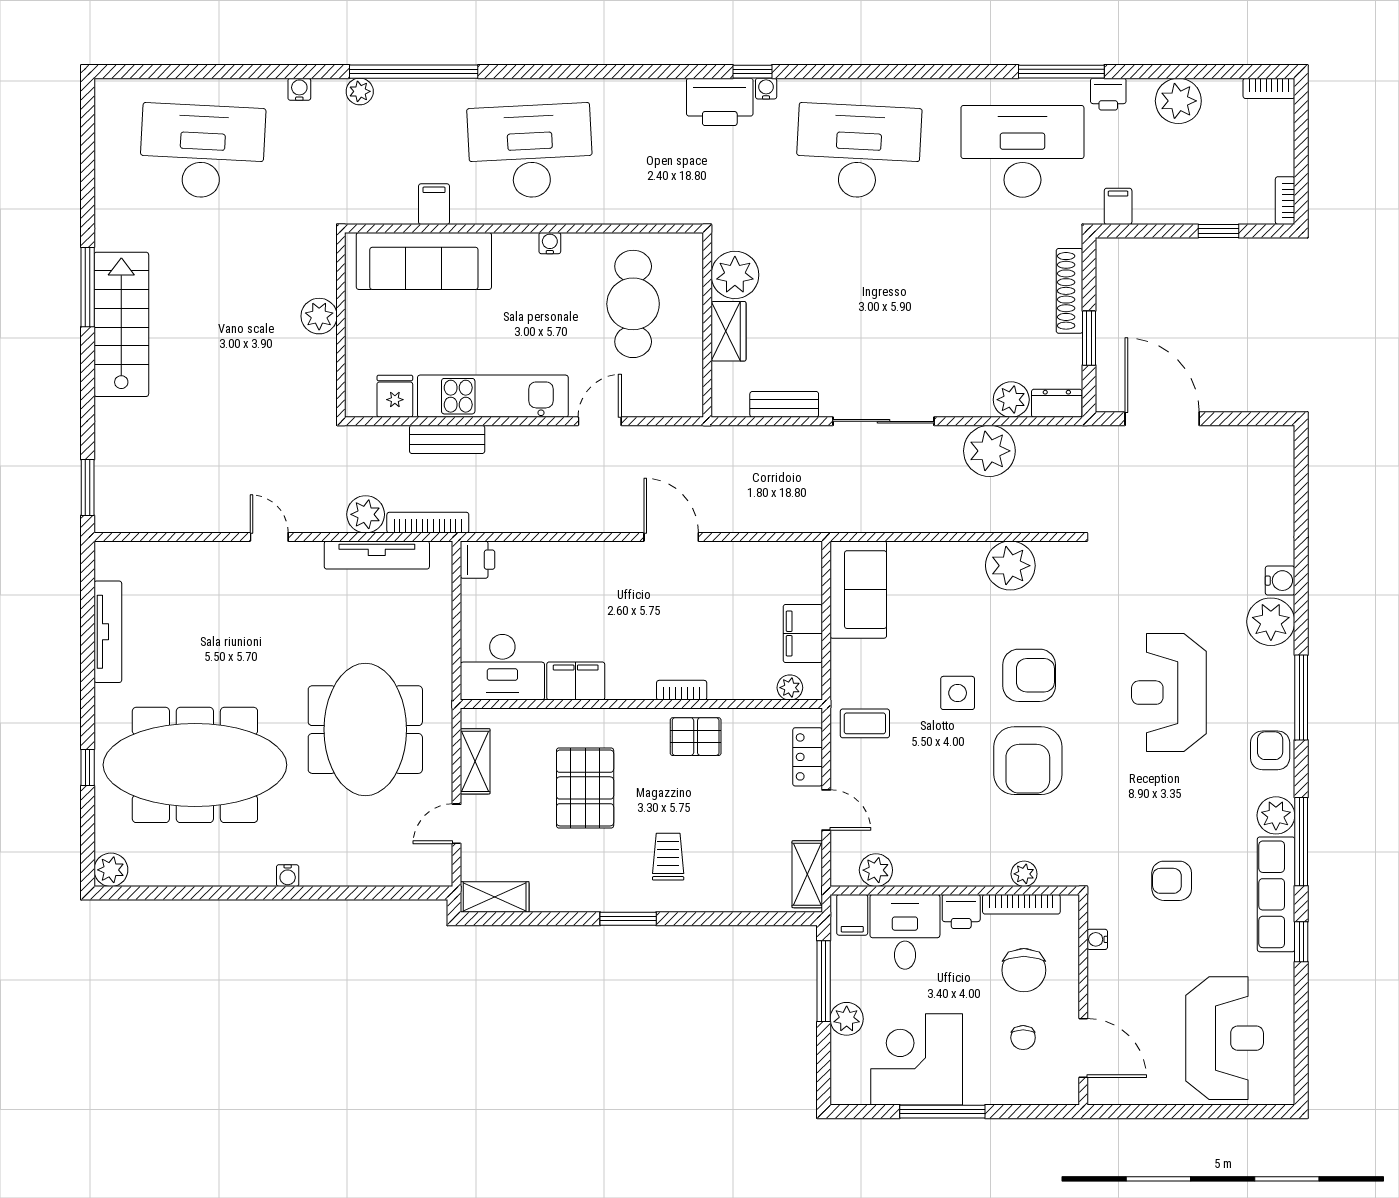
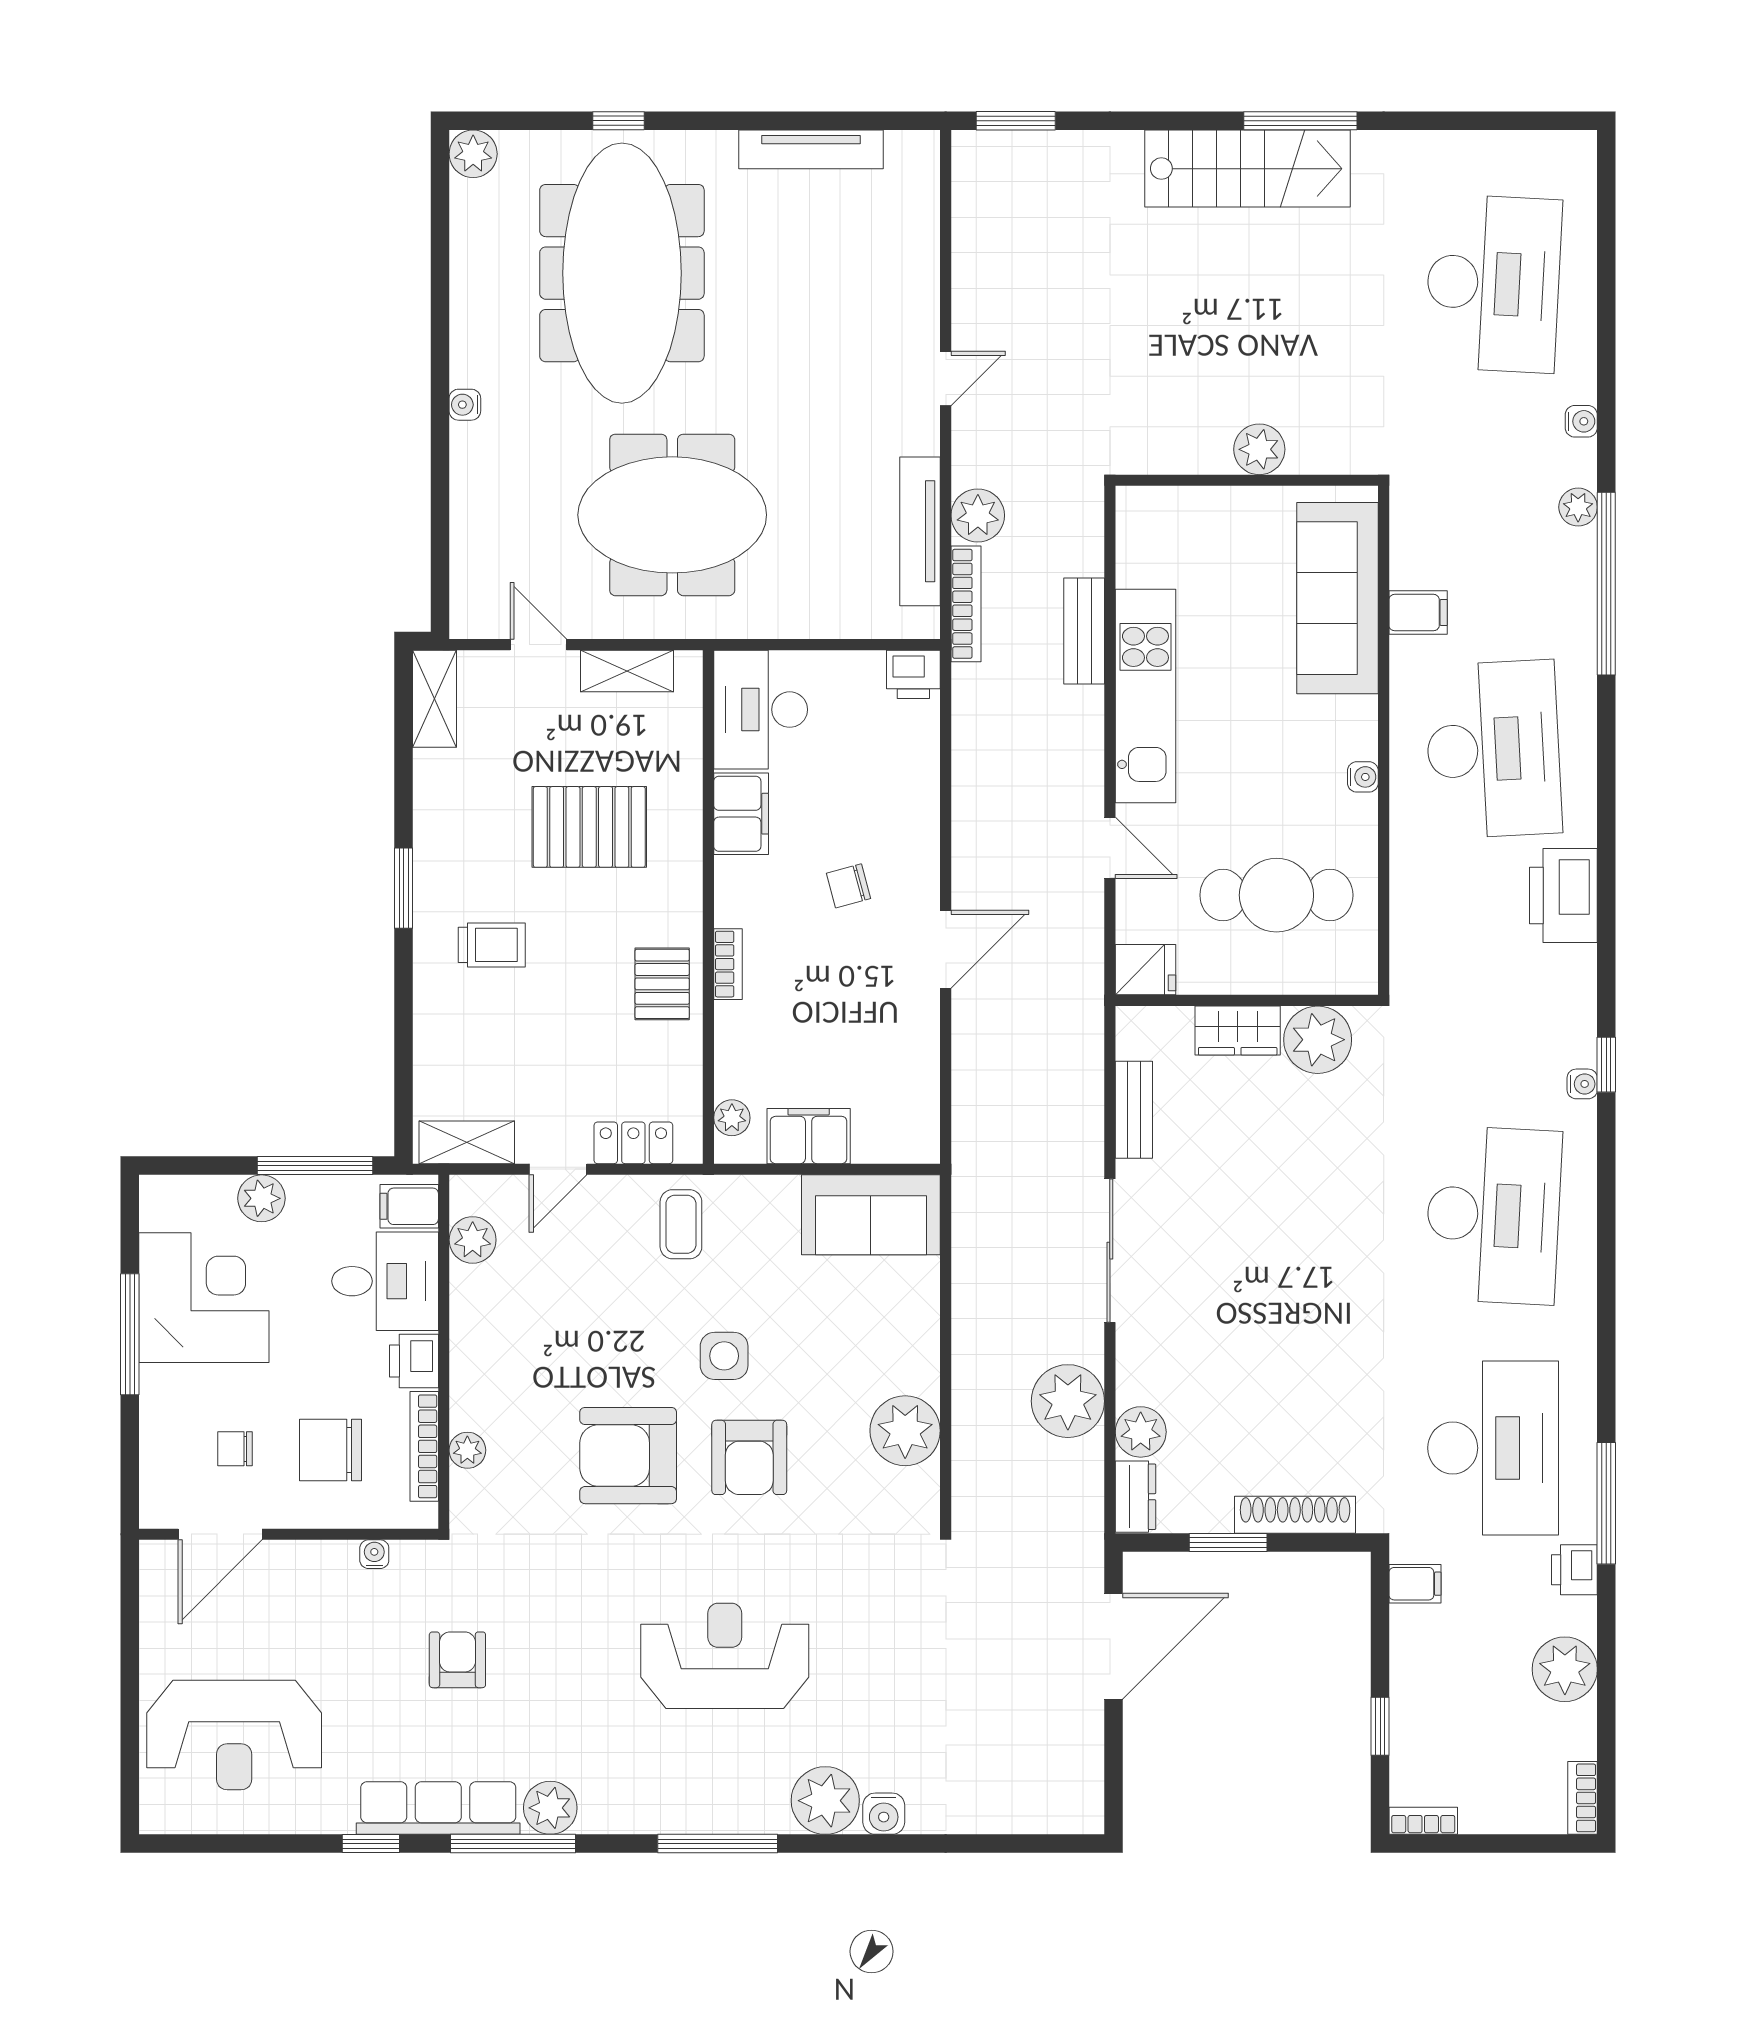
printer: (720, 102) -> (1563, 895), moved
fridge: (395, 396) -> (1145, 970), moved
chair: (627, 605) -> (848, 886), added
armchair: (1270, 750) -> (643, 1800), removed

